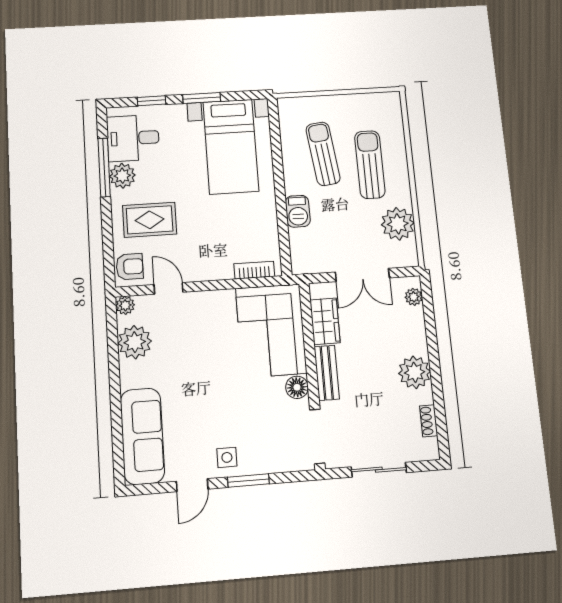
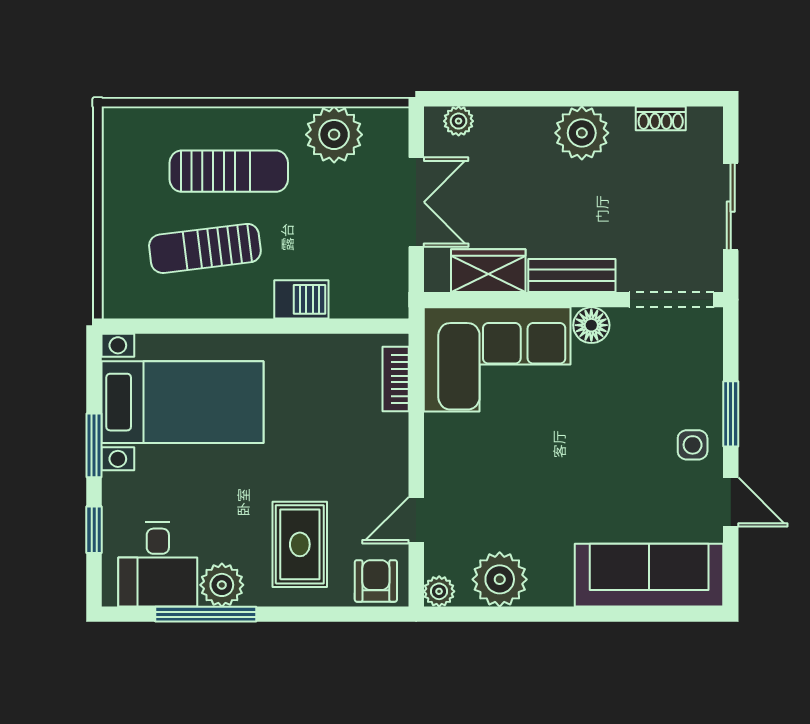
sun lounger: (370, 165) -> (229, 171), turned 180

